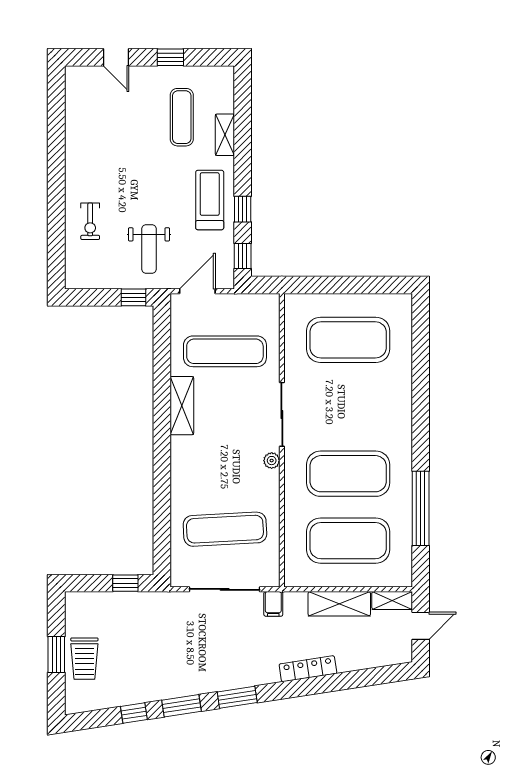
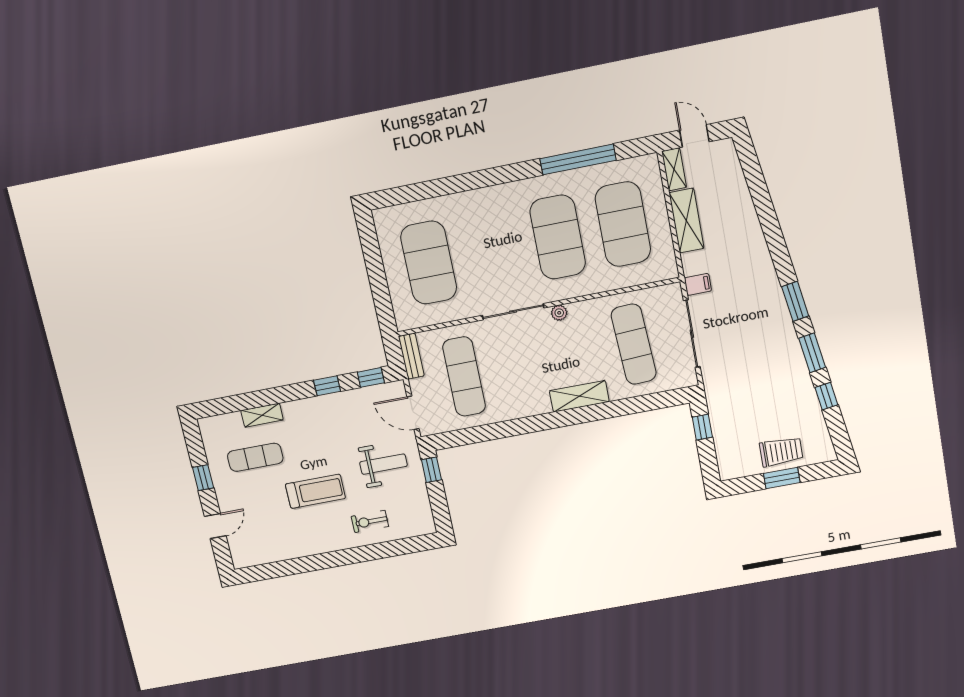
treadmill: (210, 200) -> (315, 491), moved, turned 180
exercise bike: (90, 221) -> (370, 521), turned 180
bench: (256, 302) -> (411, 356), added
shelving: (182, 406) -> (579, 396), moved
locker: (308, 669) -> (756, 239), removed

